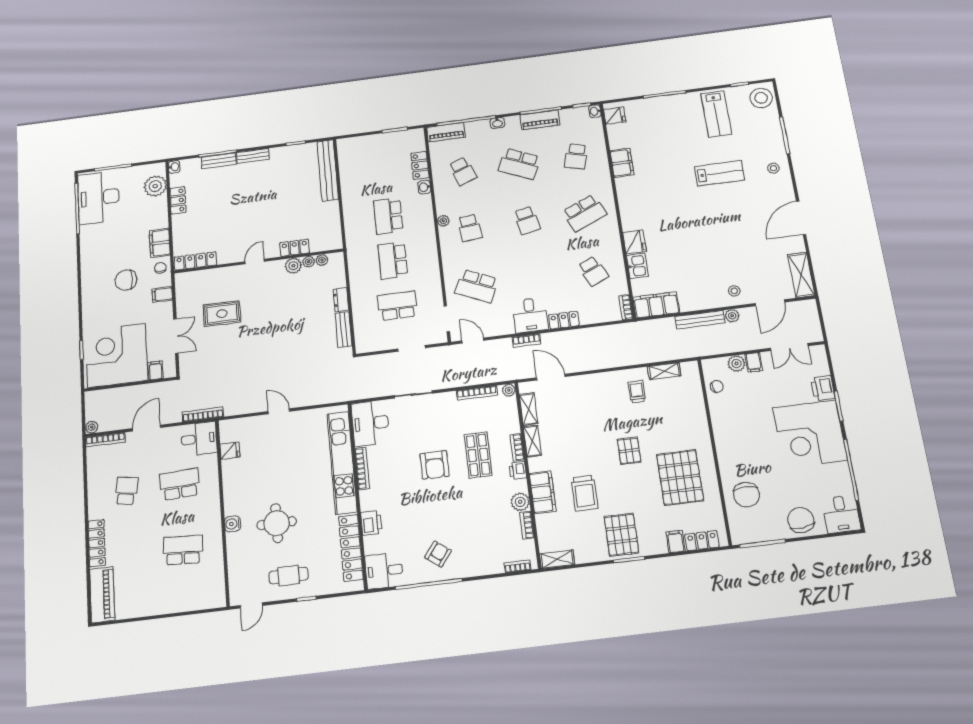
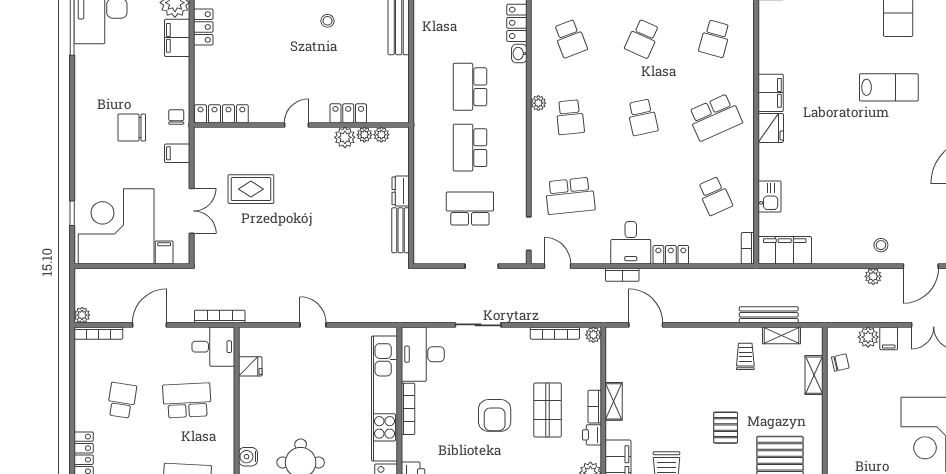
filing cabinet: (622, 163) -> (771, 93), moved
school desk: (519, 164) -> (642, 38), width x0.54
stool: (273, 183) -> (327, 21), added
fridge: (635, 242) -> (771, 128), moved
filing cabinet: (160, 243) -> (177, 38), moved
school desk: (477, 286) -> (570, 196), turned -30
bench: (700, 320) -> (769, 315), moved
shelving: (528, 409) -> (814, 375), moved

